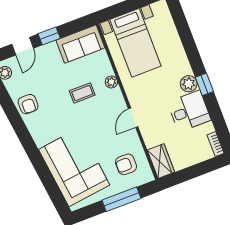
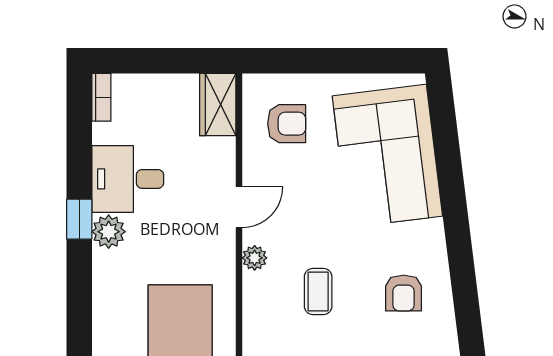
plant: (111, 82) -> (255, 258), moved
coffee table: (82, 93) -> (318, 291), turned 90
armchair: (28, 104) -> (404, 293), moved, turned 180
window: (121, 199) -> (321, 61), removed

